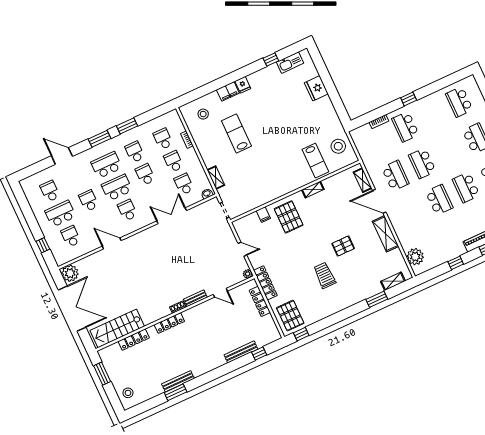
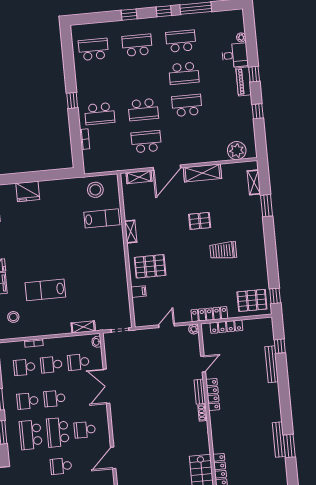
school desk: (459, 102) -> (94, 49), turned 180
pallet: (343, 246) -> (200, 221), turned 90
locker: (169, 323) -> (213, 394), moved

